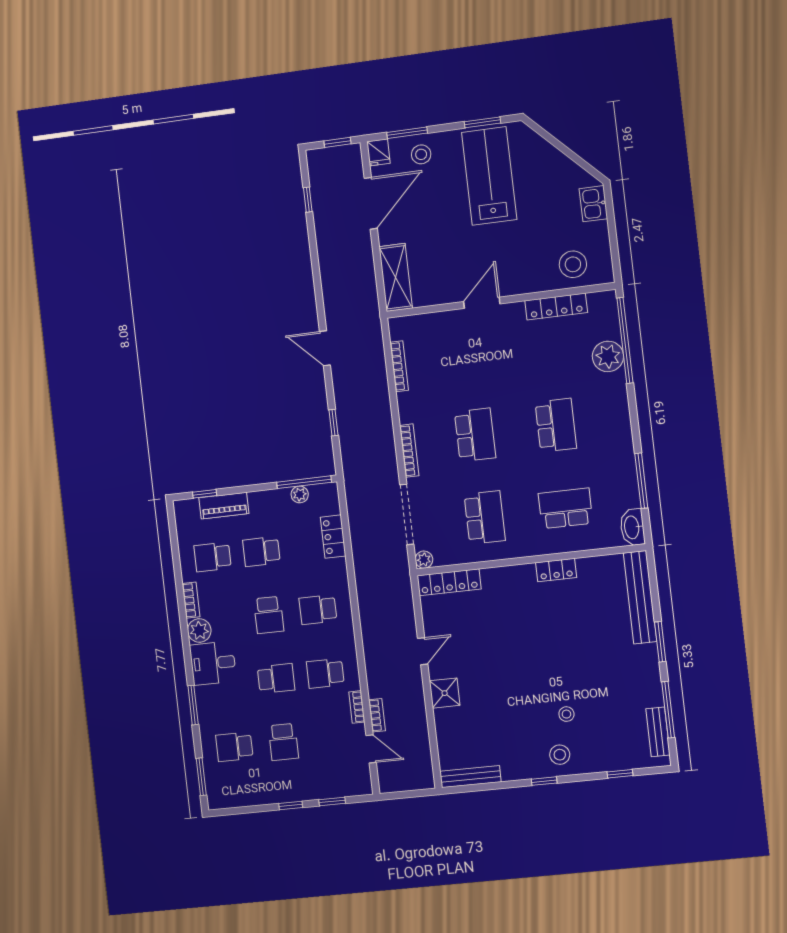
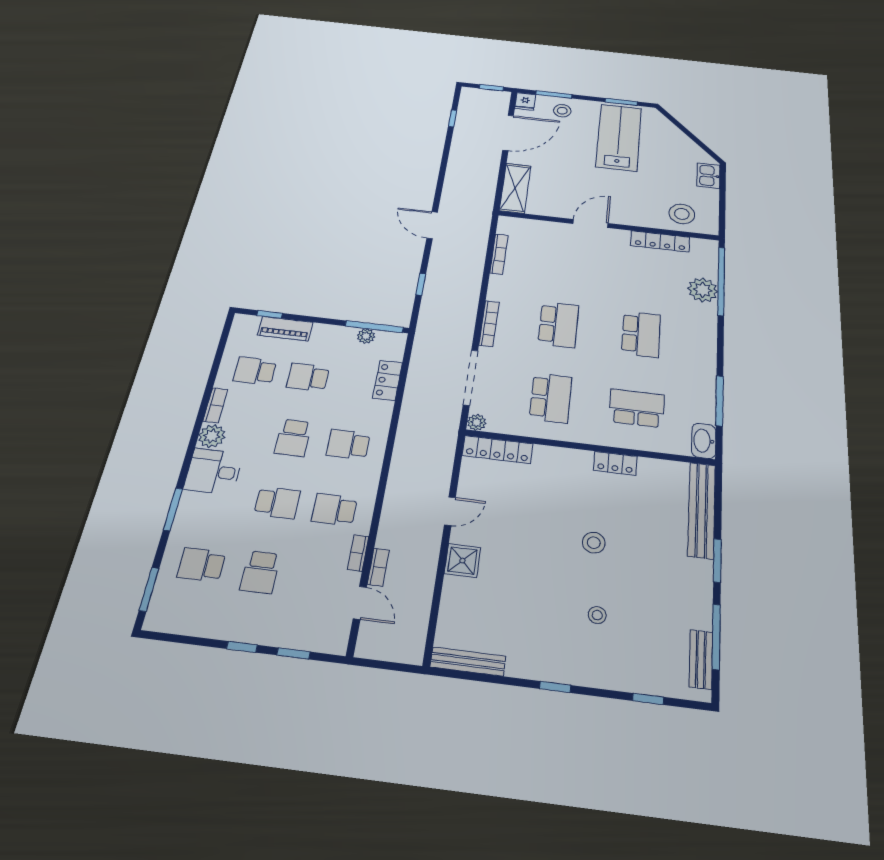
stool: (560, 755) -> (594, 543), moved

